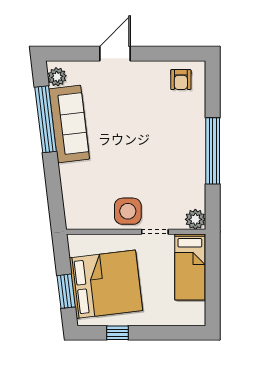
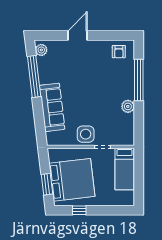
sofa: (69, 124) -> (52, 107), moved
window: (213, 151) -> (139, 80), moved
plant: (195, 219) -> (128, 106), moved

